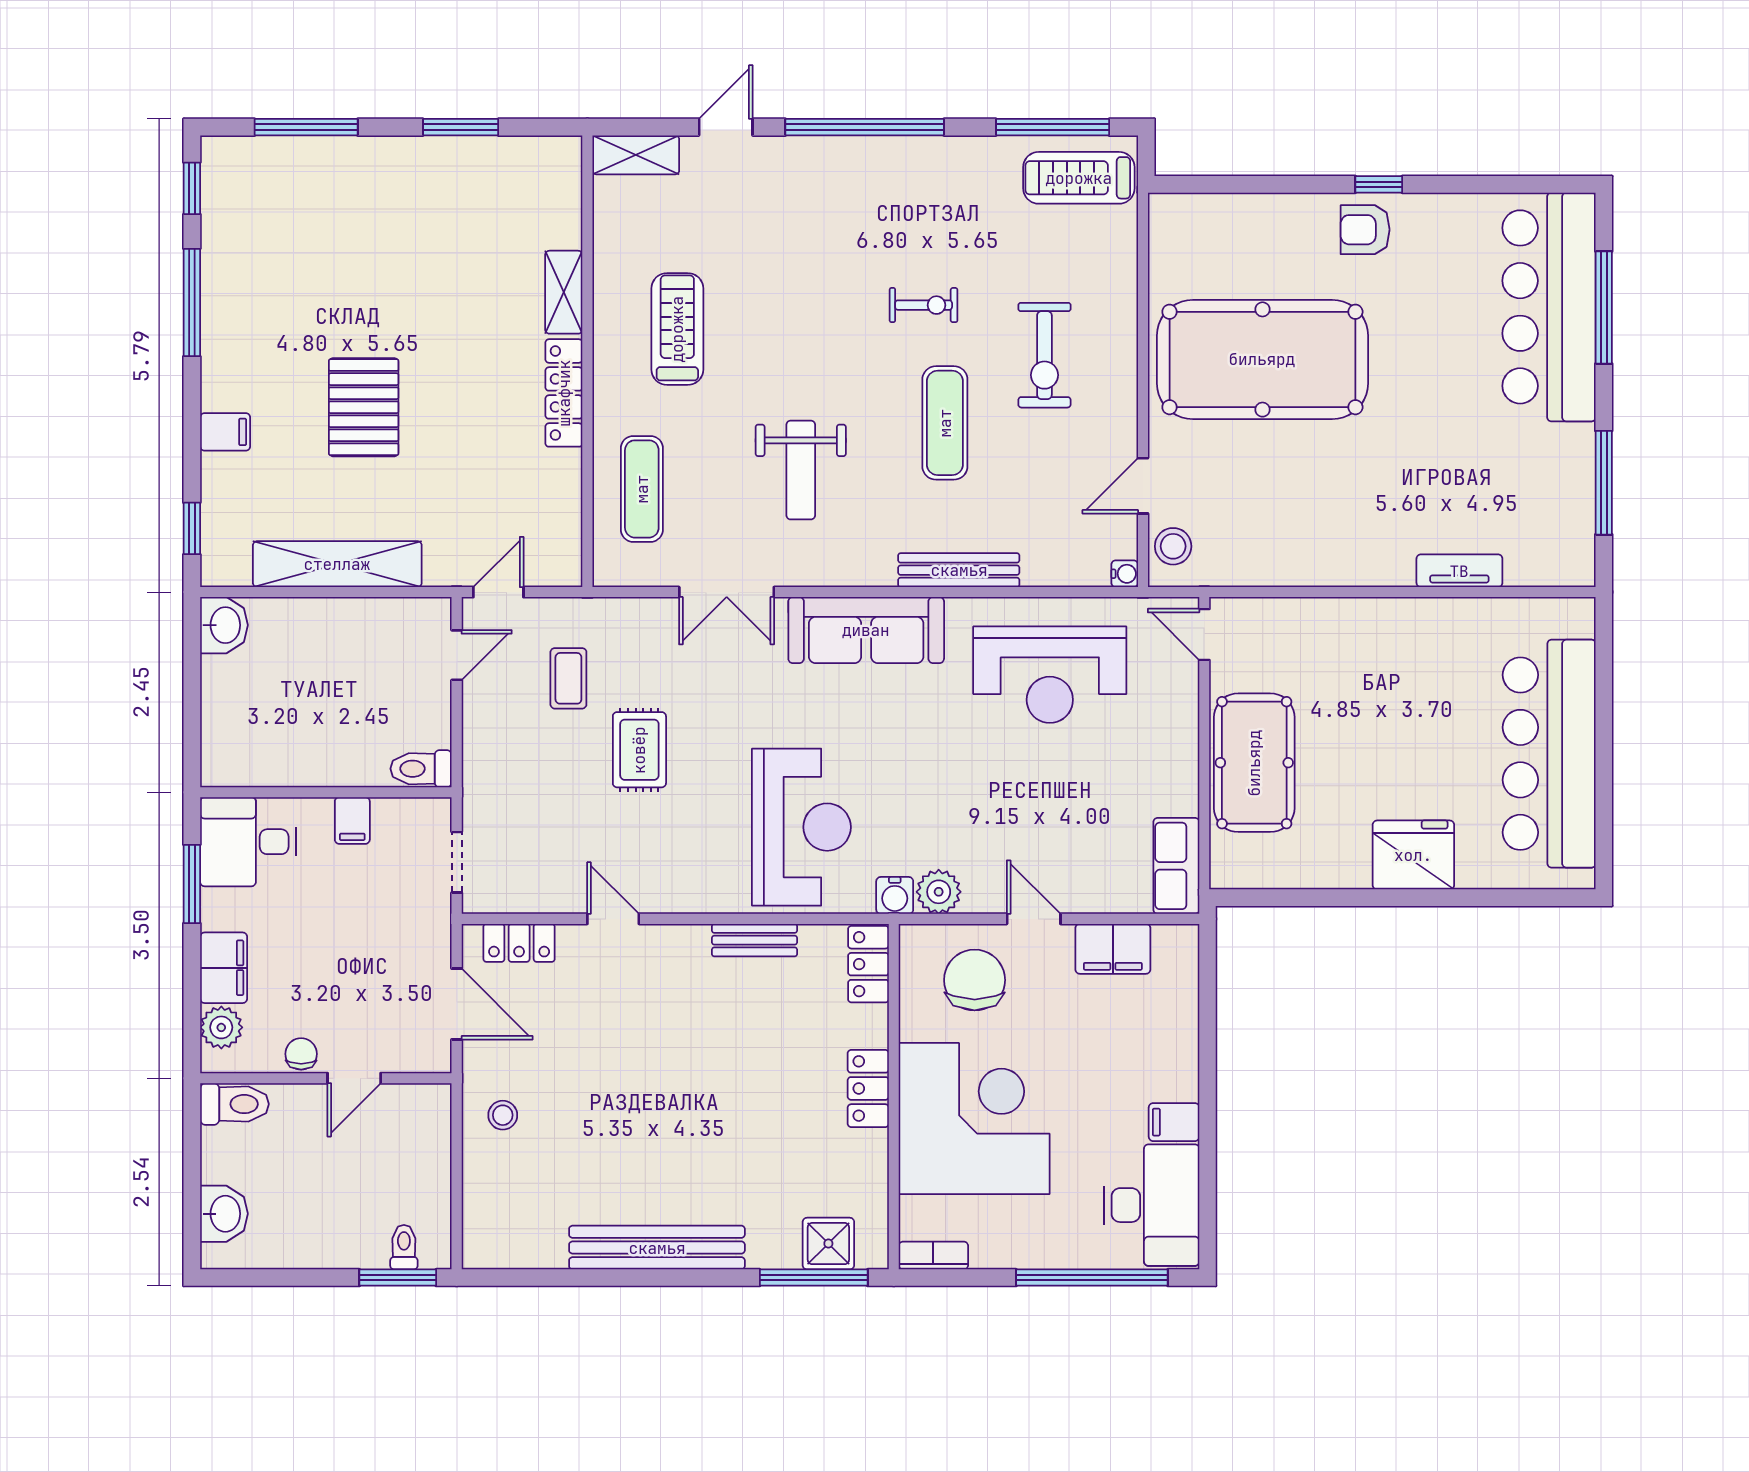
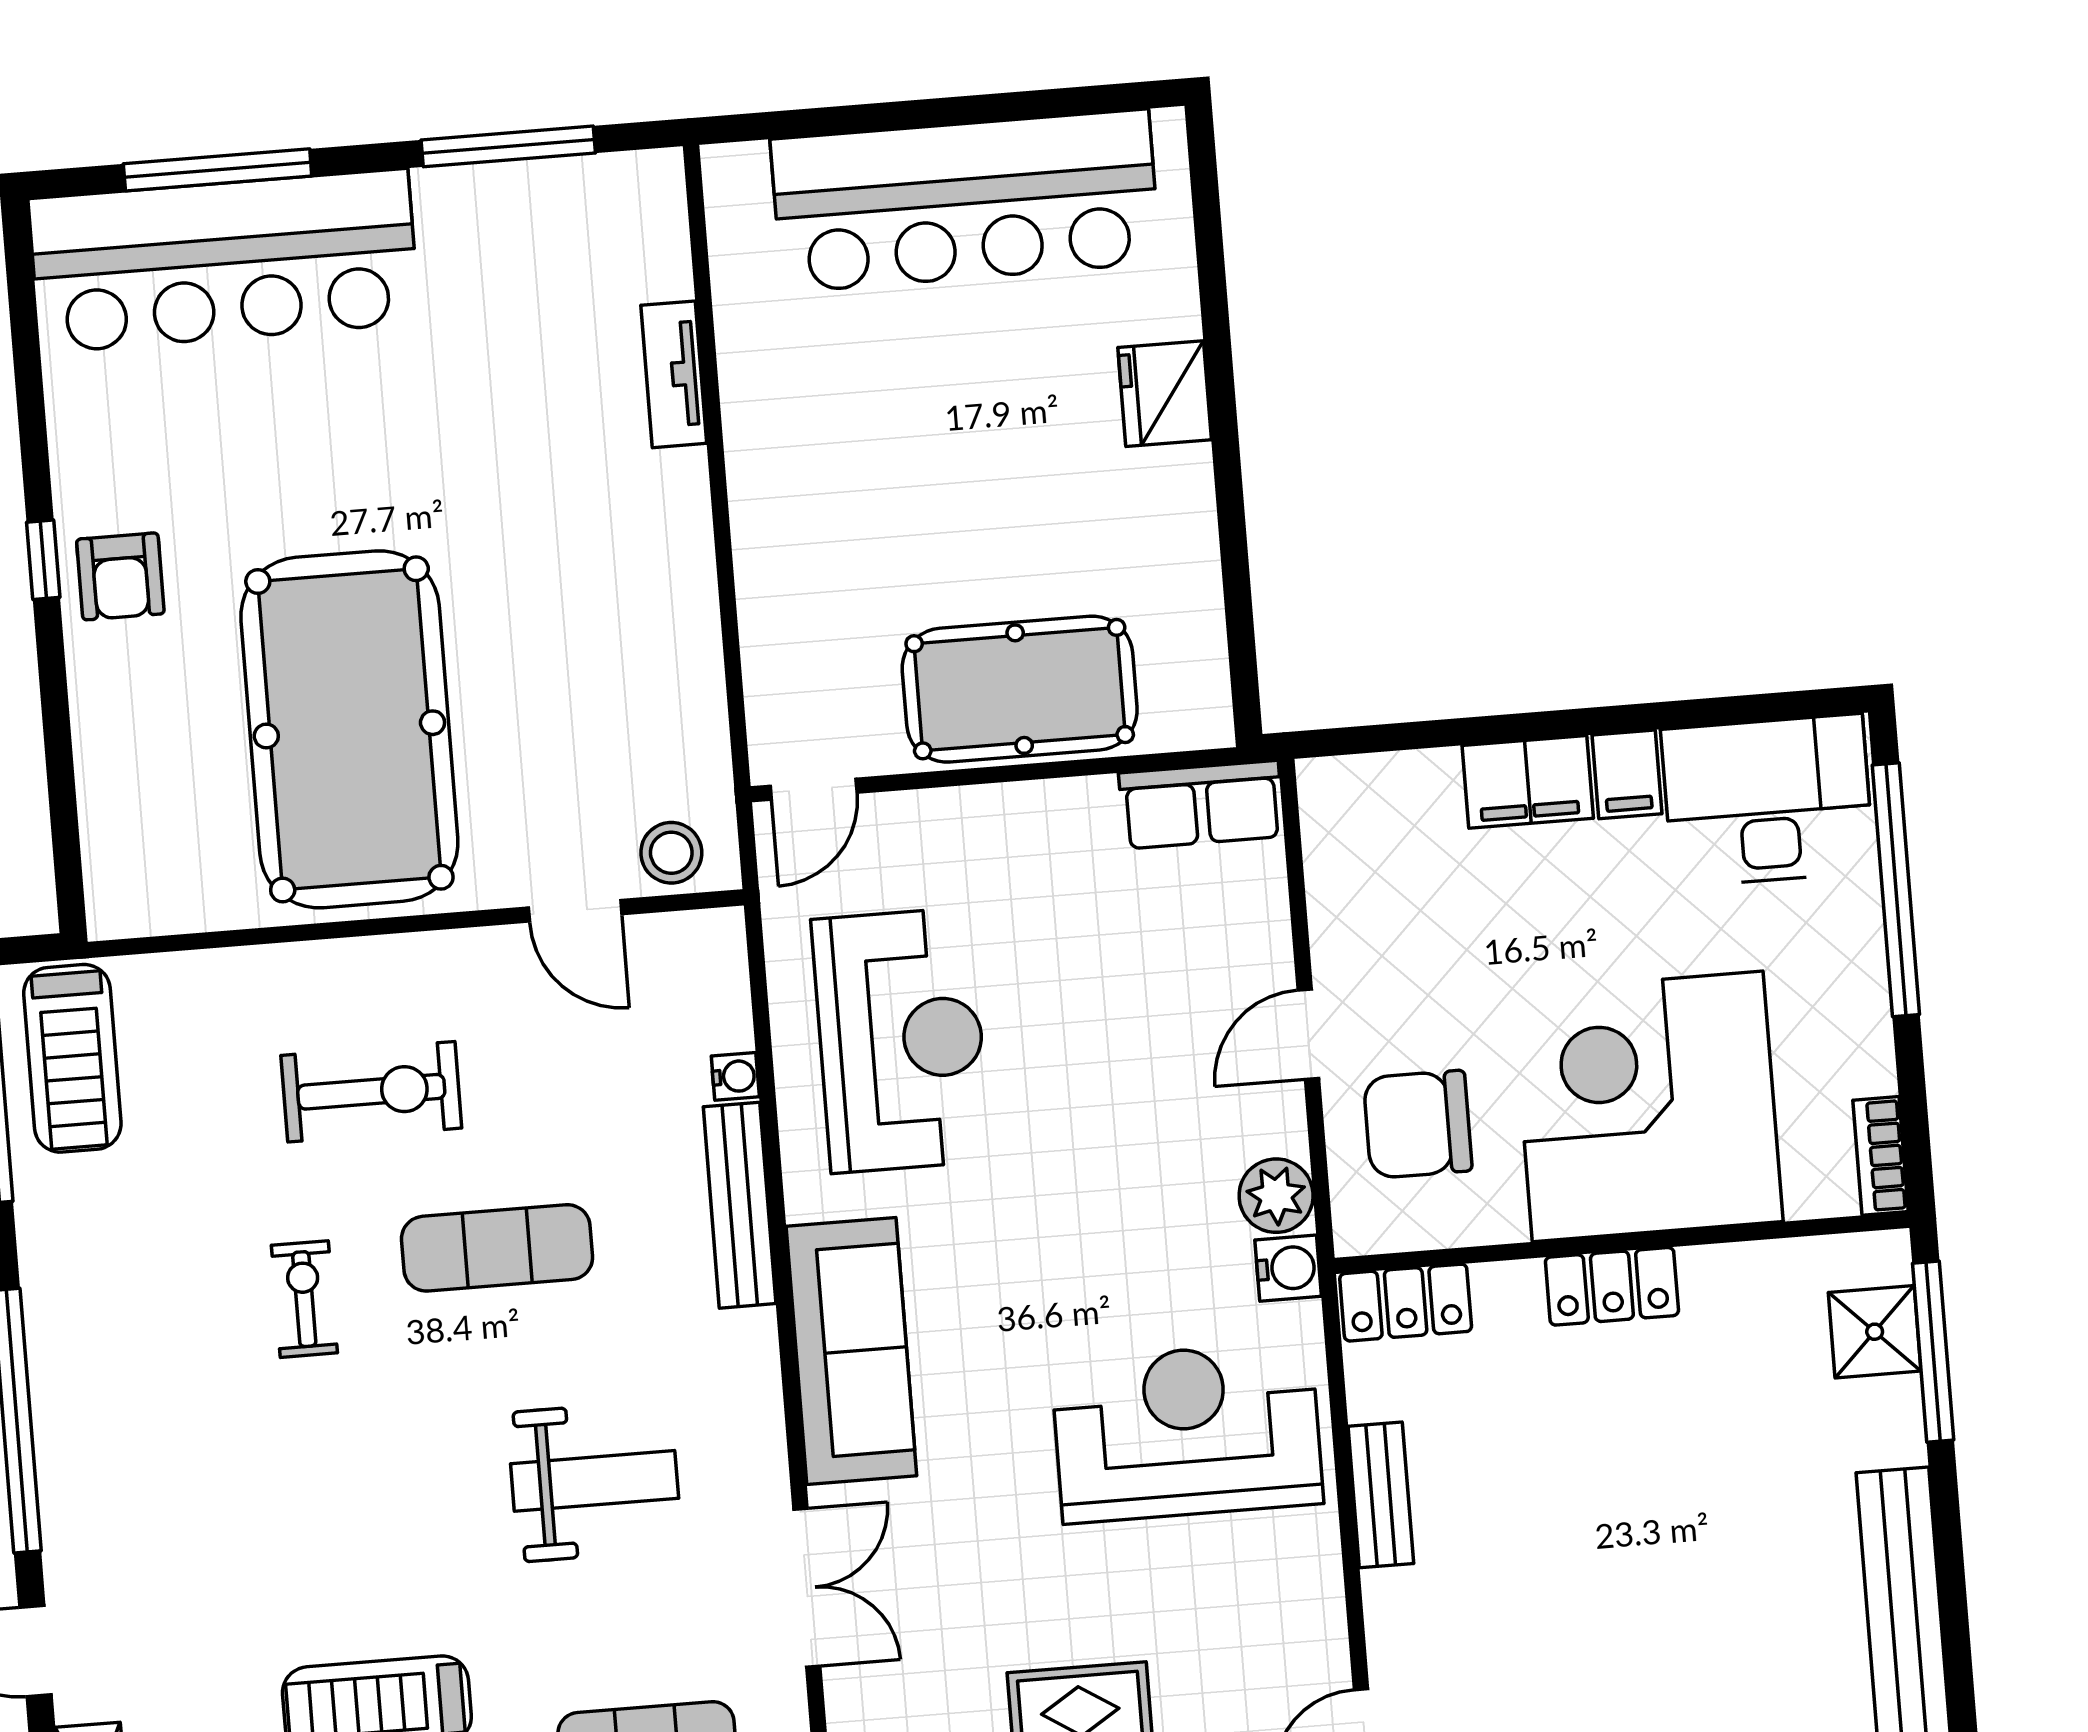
water cooler: (1125, 574) -> (735, 1076), moved, turned 90
fridge: (1413, 855) -> (1165, 394), width x0.73, depth x0.75
filing cabinet: (1113, 949) -> (1528, 782), moved, turned 90

